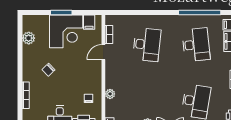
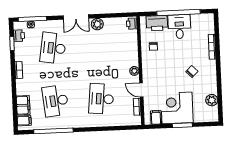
door: (103, 52) -> (141, 90), swing flipped
plant: (110, 94) -> (134, 71), moved

